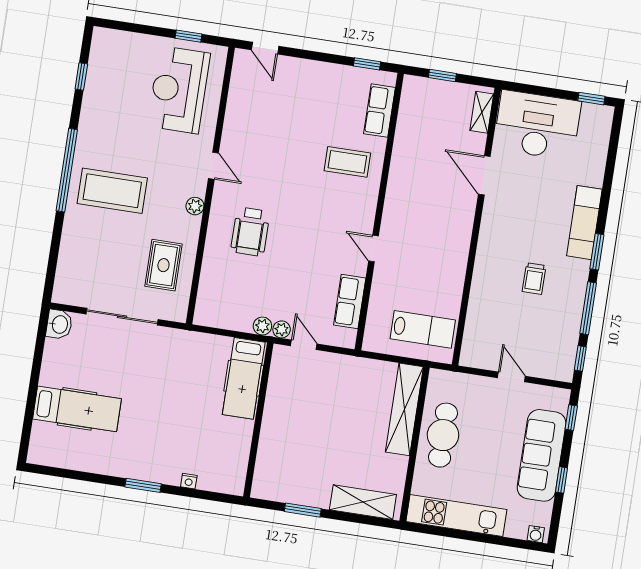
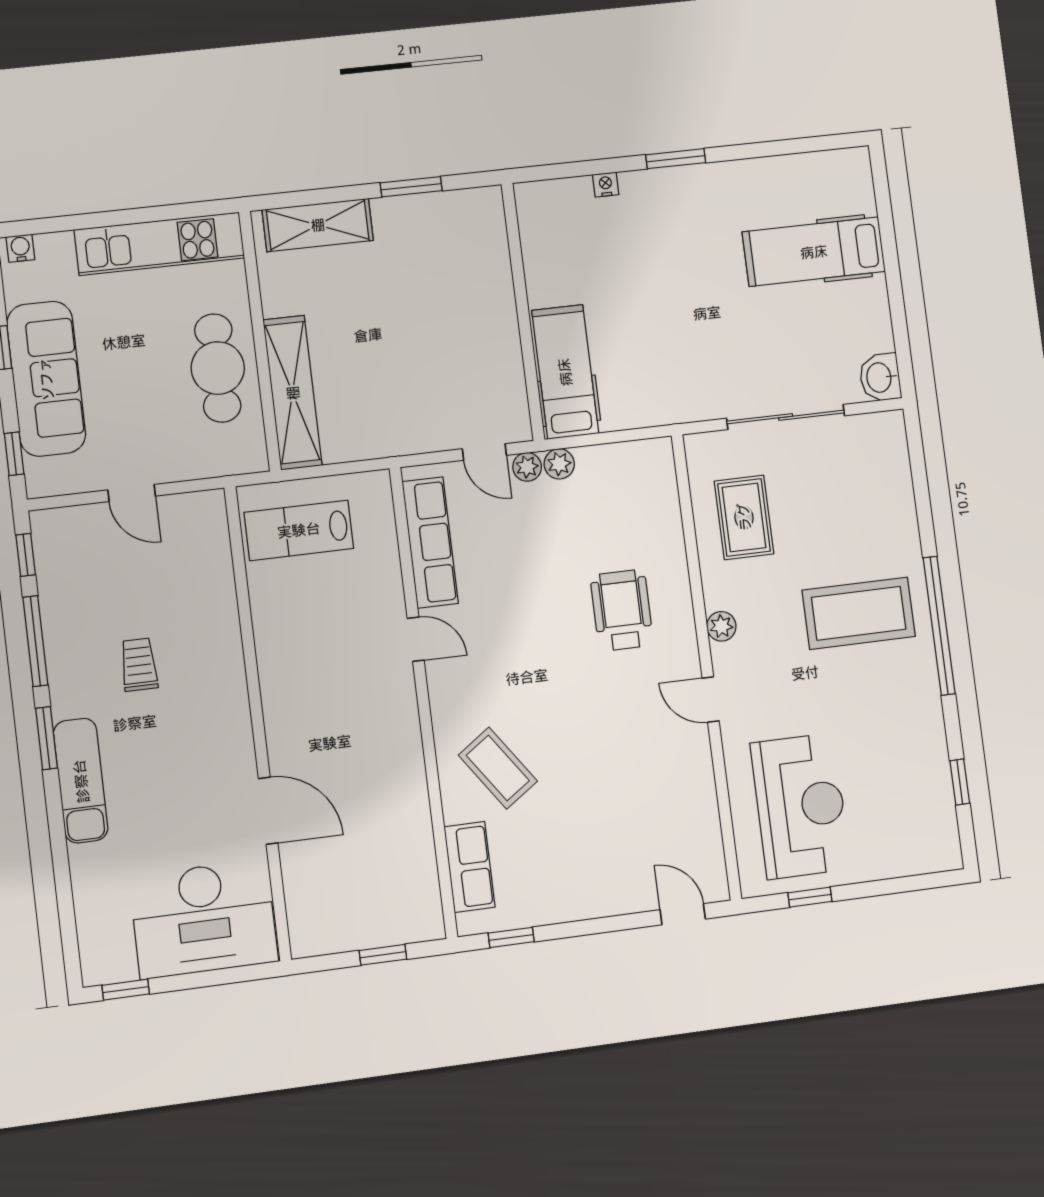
shelving: (482, 112) -> (301, 913), removed
coffee table: (347, 162) -> (498, 768), turned 55
row of seats: (350, 302) -> (430, 542), width x1.48

